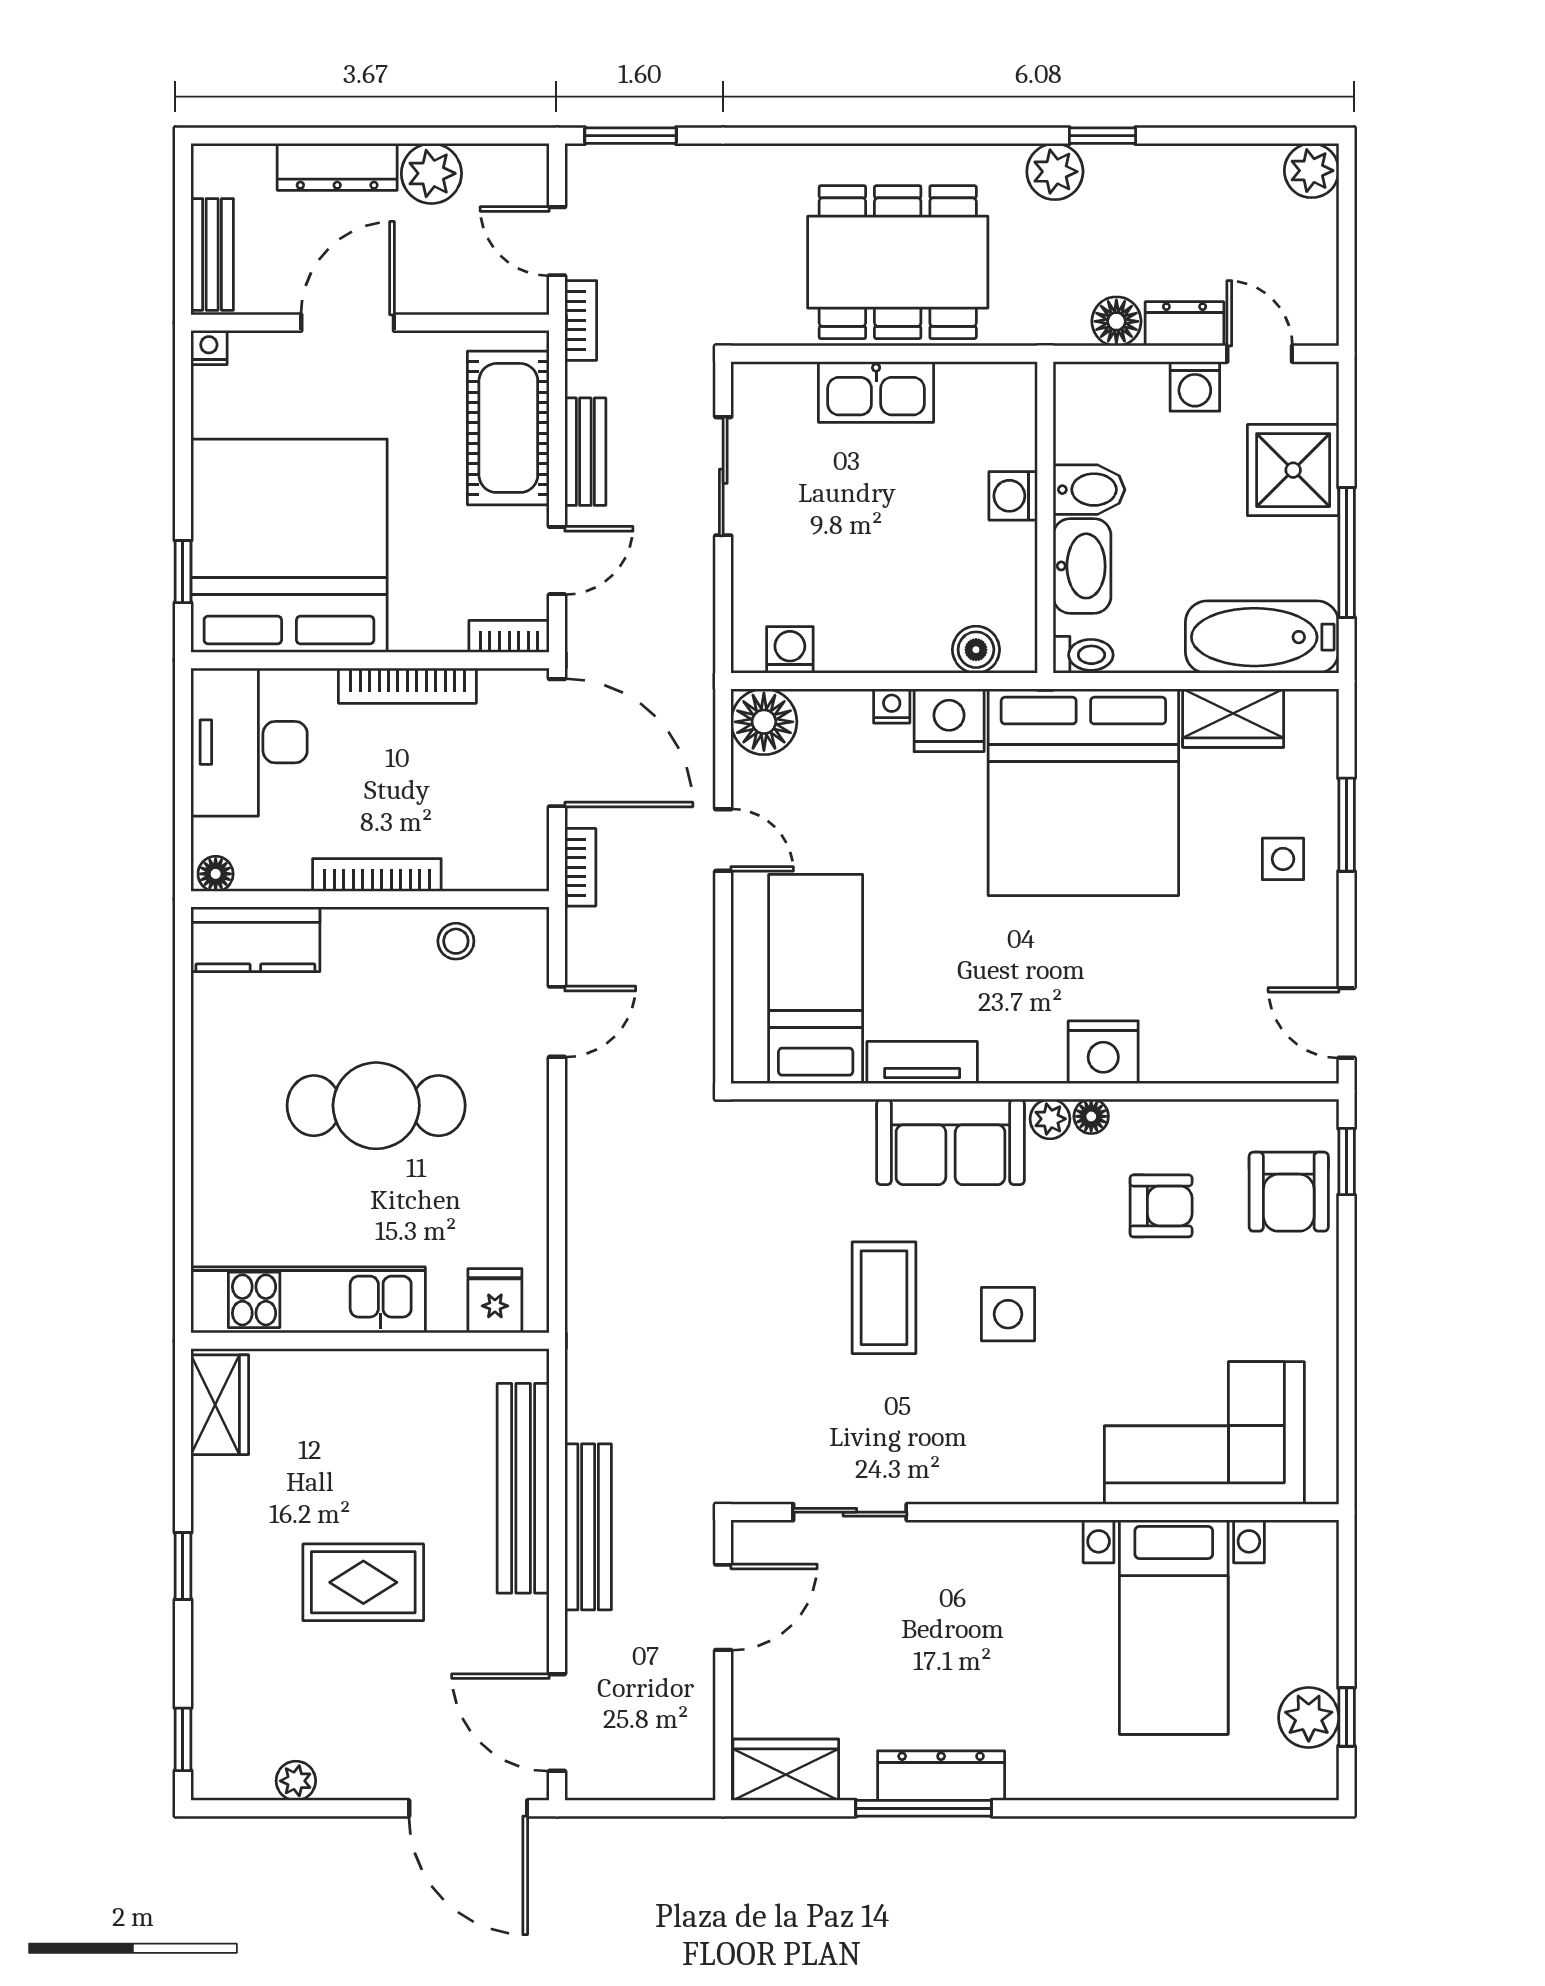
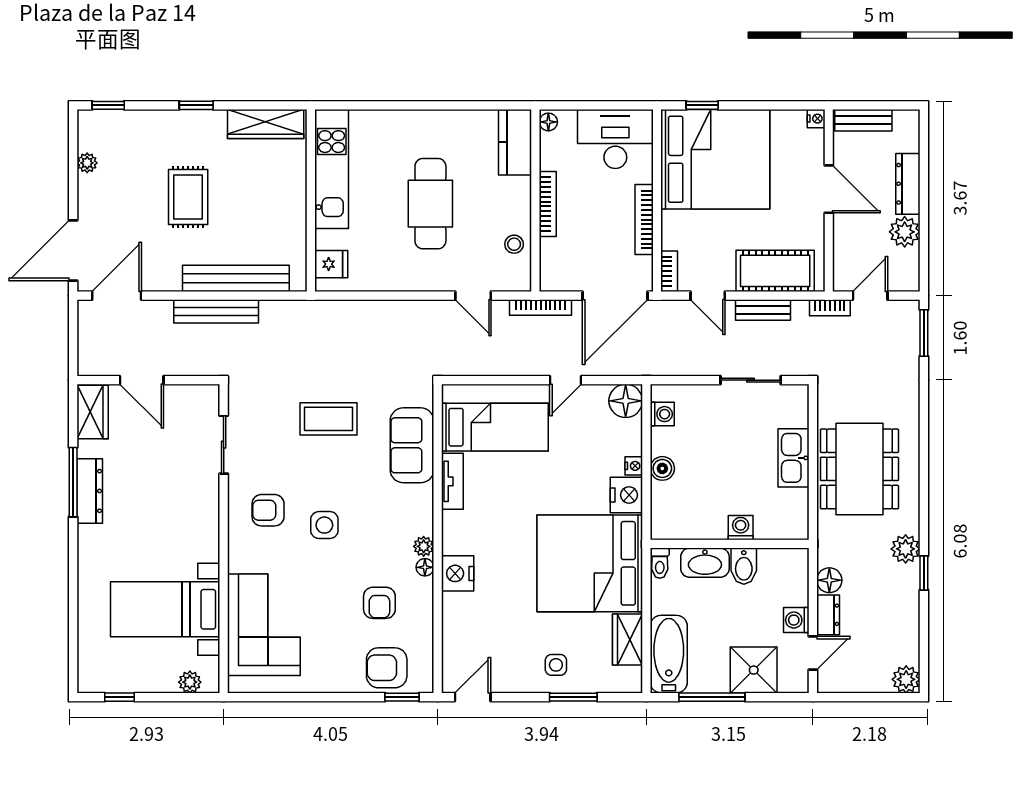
boiler: (976, 650) -> (662, 468), moved
bookcase: (580, 867) -> (541, 307), width x1.56
sofa: (950, 1142) -> (412, 445), moved
coffee table: (884, 1298) -> (328, 419), moved
wardrobe: (220, 1405) -> (266, 124), width x1.50
armchair: (979, 1425) -> (268, 510), added
door: (723, 1607) -> (142, 380), moved
plant: (1309, 1718) -> (190, 682), moved, width x0.73, depth x0.73

